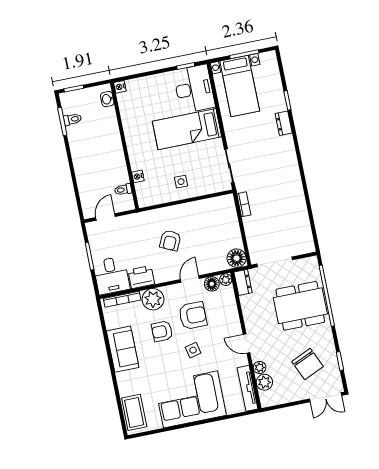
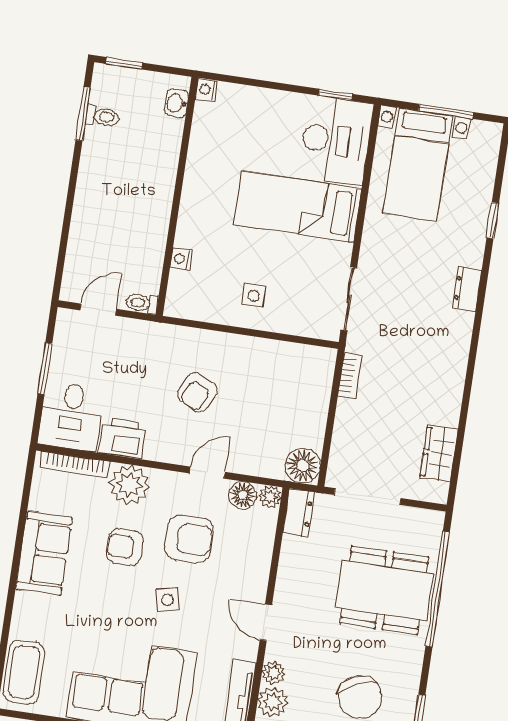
dresser: (284, 123) -> (467, 289), moved
toilet: (123, 190) -> (142, 303), moved
wardrobe: (303, 227) -> (439, 453), added

